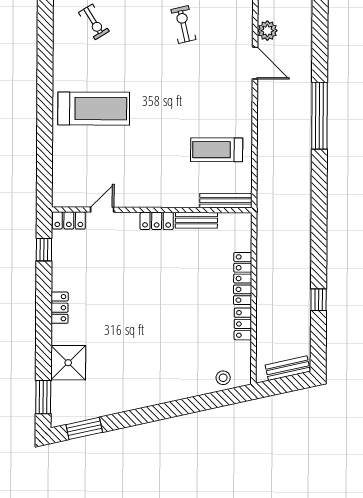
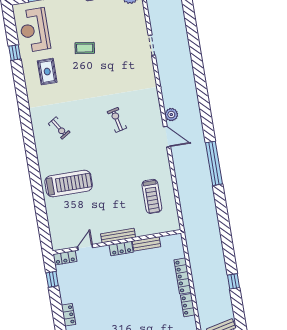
treadmill: (217, 150) -> (152, 196), turned -90
bench: (226, 201) -> (118, 236), moved

